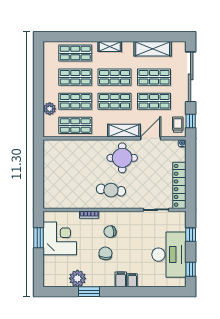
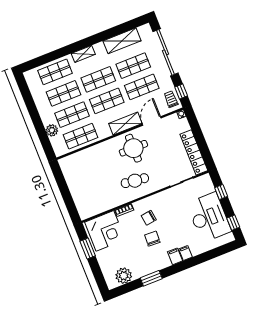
corner desk: (60, 238) -> (105, 231), moved, turned 90
plant: (77, 278) -> (124, 276), moved

